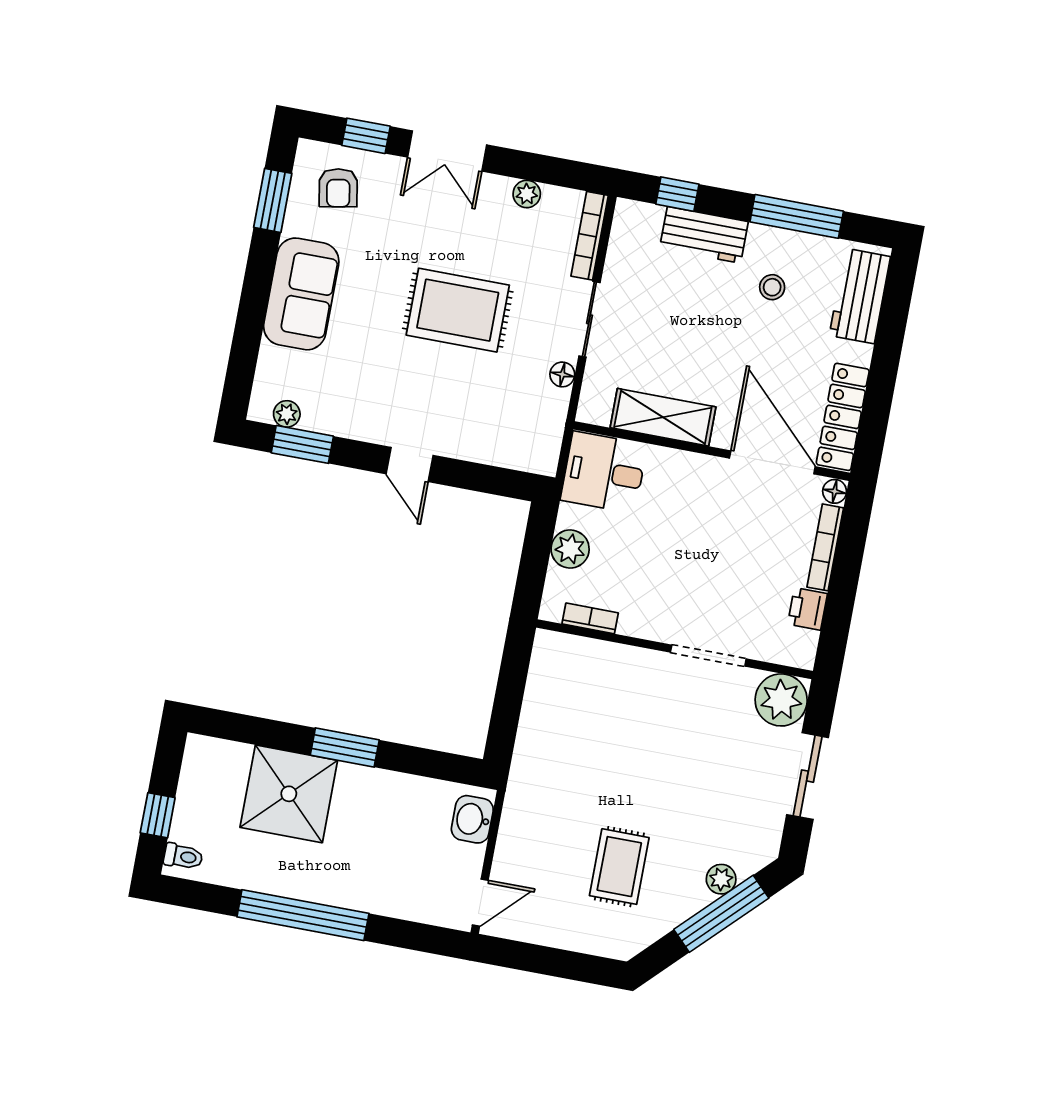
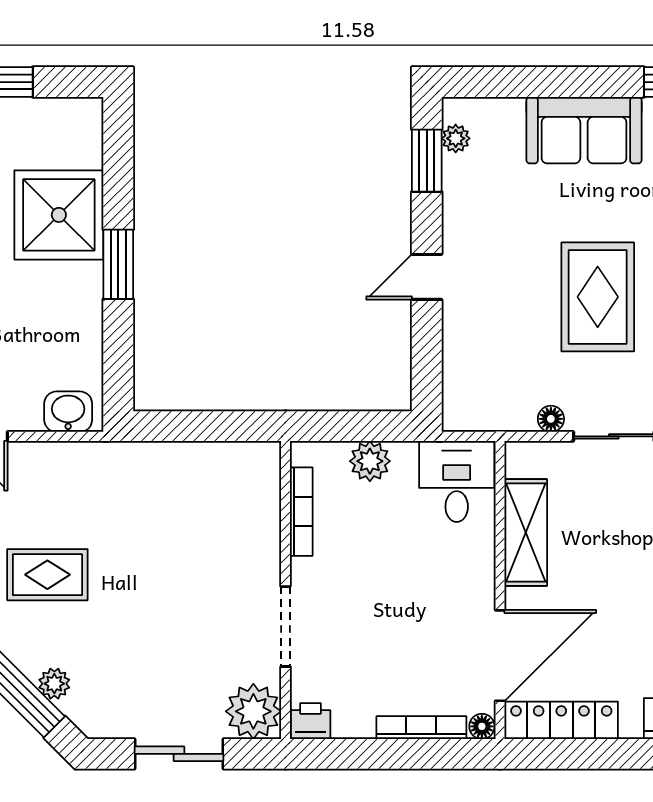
printer: (807, 609) -> (311, 721), moved
bookcase: (590, 618) -> (301, 512), width x1.56

